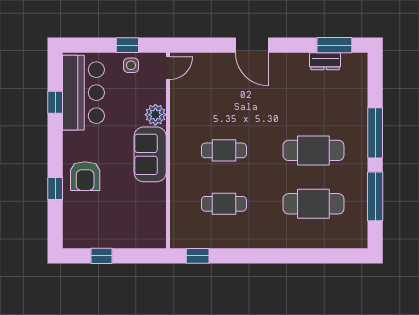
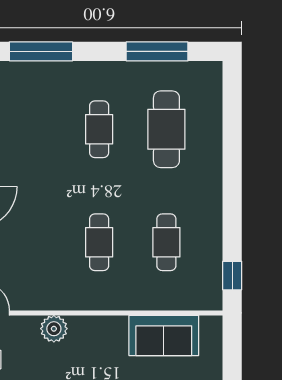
window: (375, 133) -> (41, 51), moved
cafe table: (313, 150) -> (99, 129), width x0.73, depth x0.74
sofa: (150, 154) -> (164, 335), moved

